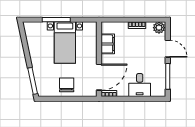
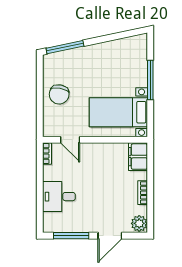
bed with nightstands: (65, 43) -> (118, 112), moved
filing cabinet: (108, 44) -> (138, 157), moved, turned 90
door: (99, 77) -> (70, 140), width x0.53
chair: (67, 85) -> (59, 94), turned 100

